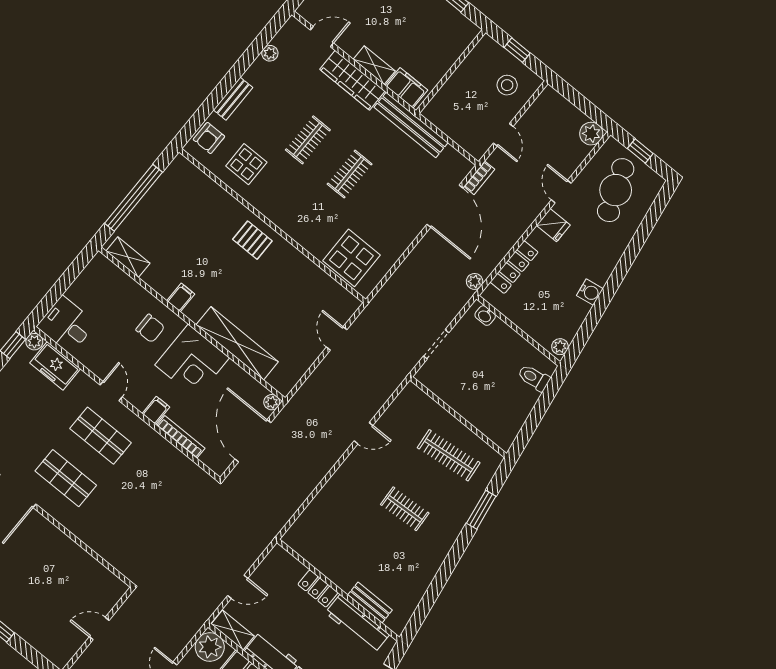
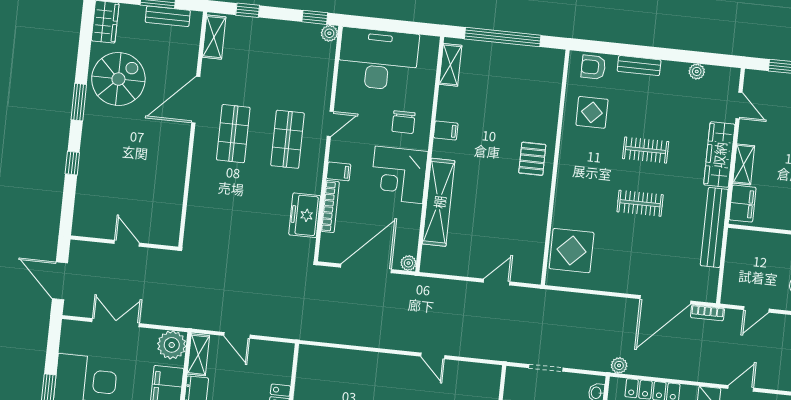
desk: (66, 325) -> (378, 59), width x1.87, depth x1.30
freezer: (55, 366) -> (305, 215), moved

